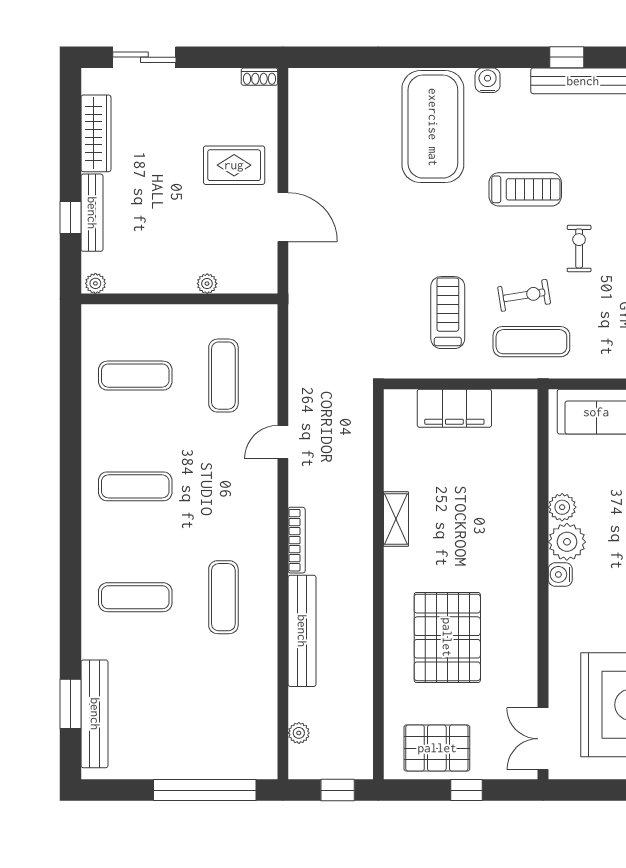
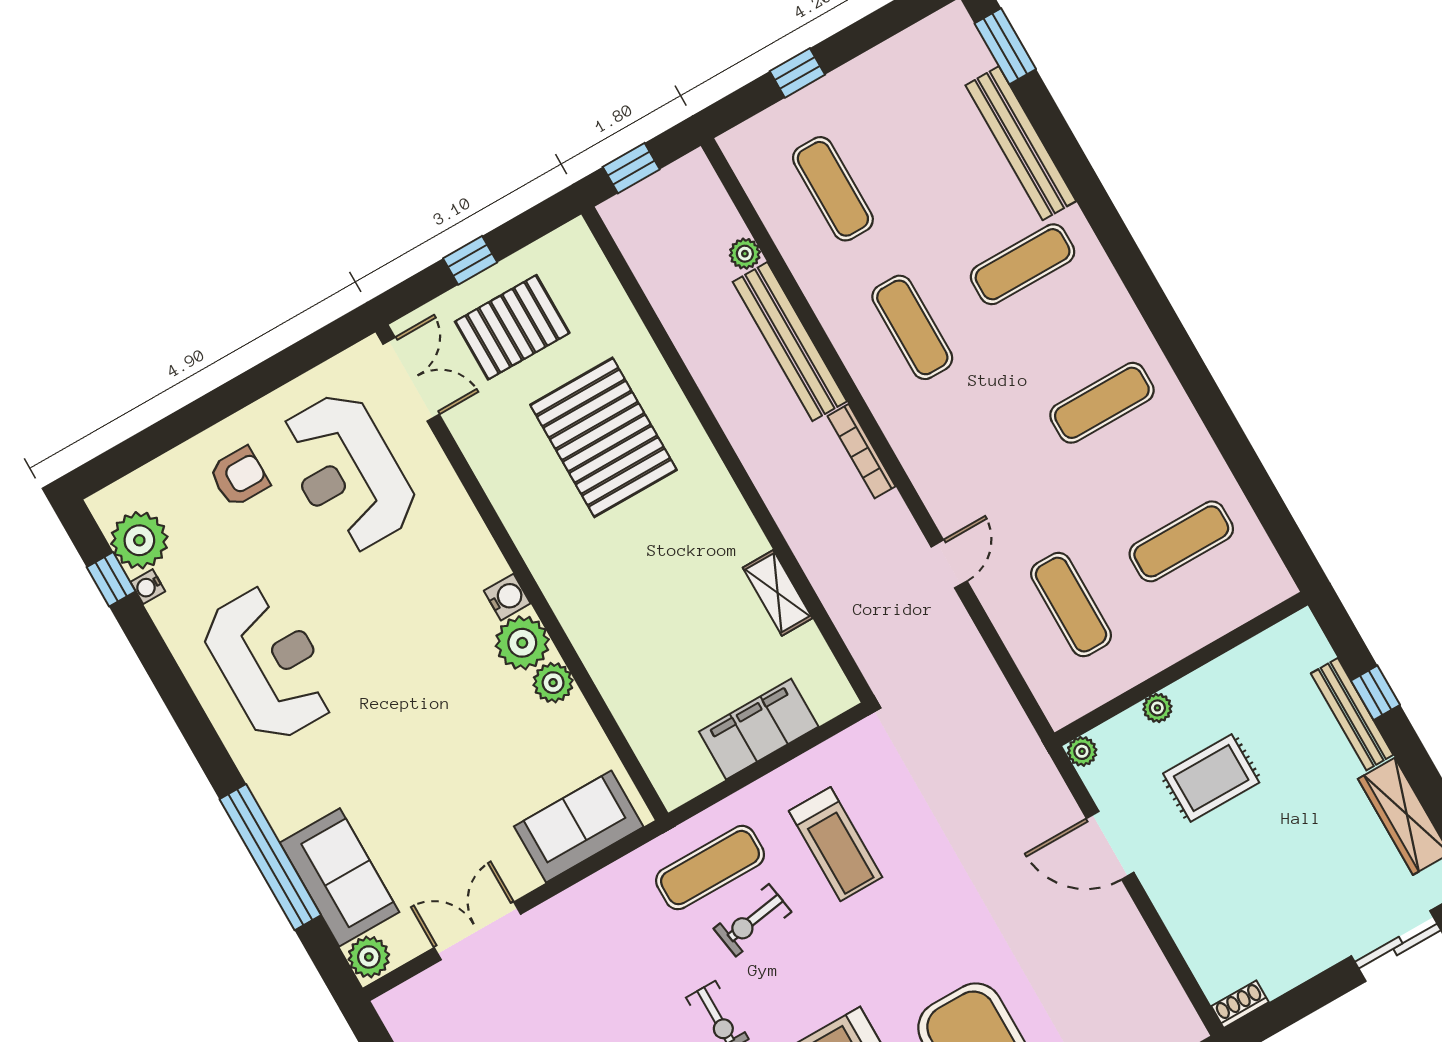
rug: (234, 165) -> (1211, 778), moved
plant: (95, 283) -> (1082, 751), moved
shelving: (396, 519) -> (778, 593), moved
window: (70, 704) -> (1005, 46), moved
exercise mat: (223, 708) -> (833, 189), added
bench: (95, 714) -> (1021, 143), moved
plant: (299, 733) -> (745, 254), moved
pallet: (437, 748) -> (512, 327), moved
window: (205, 790) -> (797, 73), width x0.32

